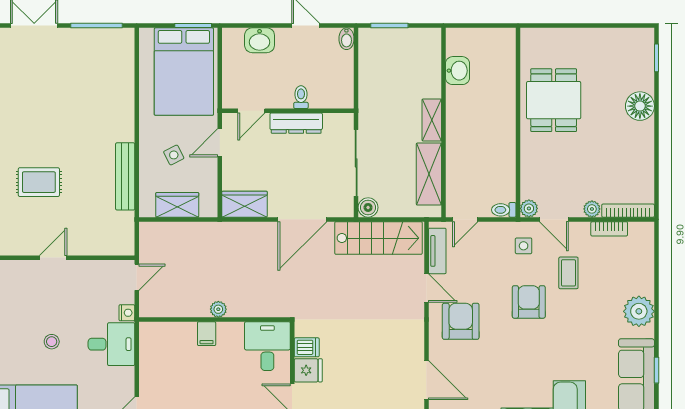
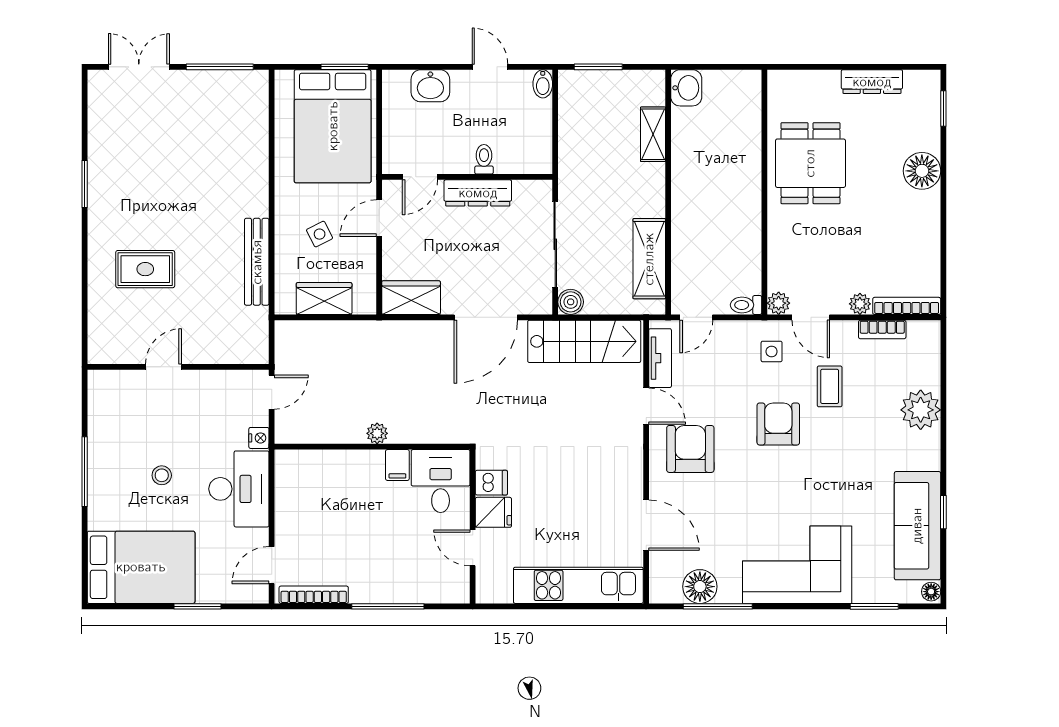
dresser: (601, 37) -> (872, 82), added
washbasin: (458, 71) -> (686, 88), moved
shelving: (432, 120) -> (653, 134), moved
plant: (639, 311) -> (921, 410), moved
filing cabinet: (207, 334) -> (397, 465), moved
desk: (111, 344) -> (239, 489), width x1.37

